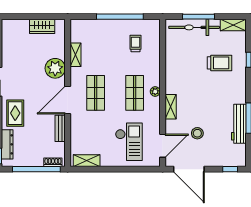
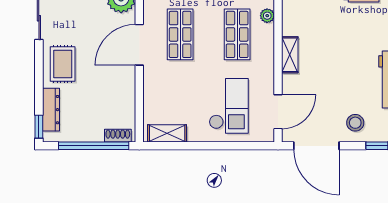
plant: (155, 91) -> (267, 16), moved
bench: (60, 128) -> (128, 86), removed
stool: (197, 133) -> (355, 123), moved

